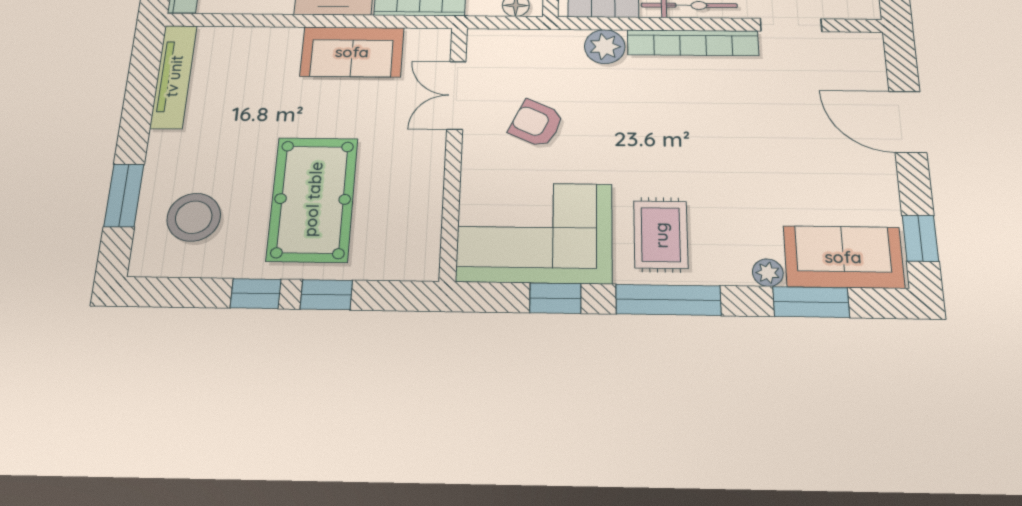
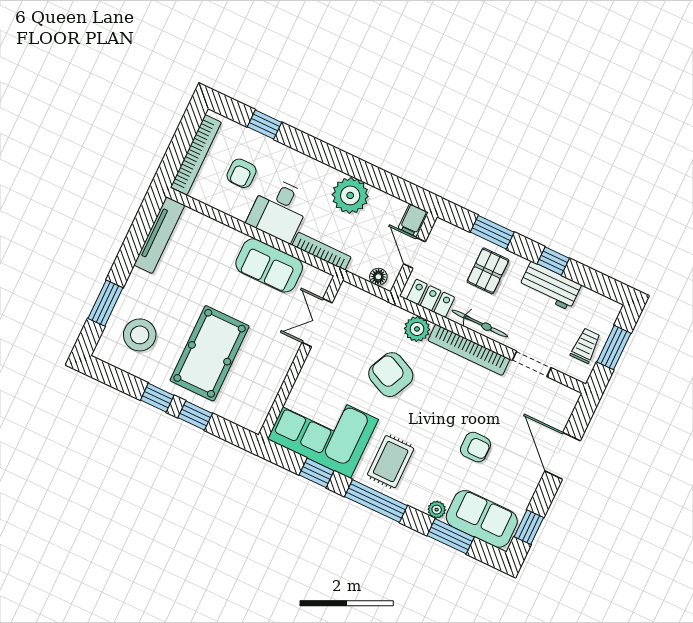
armchair: (536, 123) -> (391, 375), moved, width x1.38, depth x1.38
armchair: (775, 162) -> (475, 447), added

